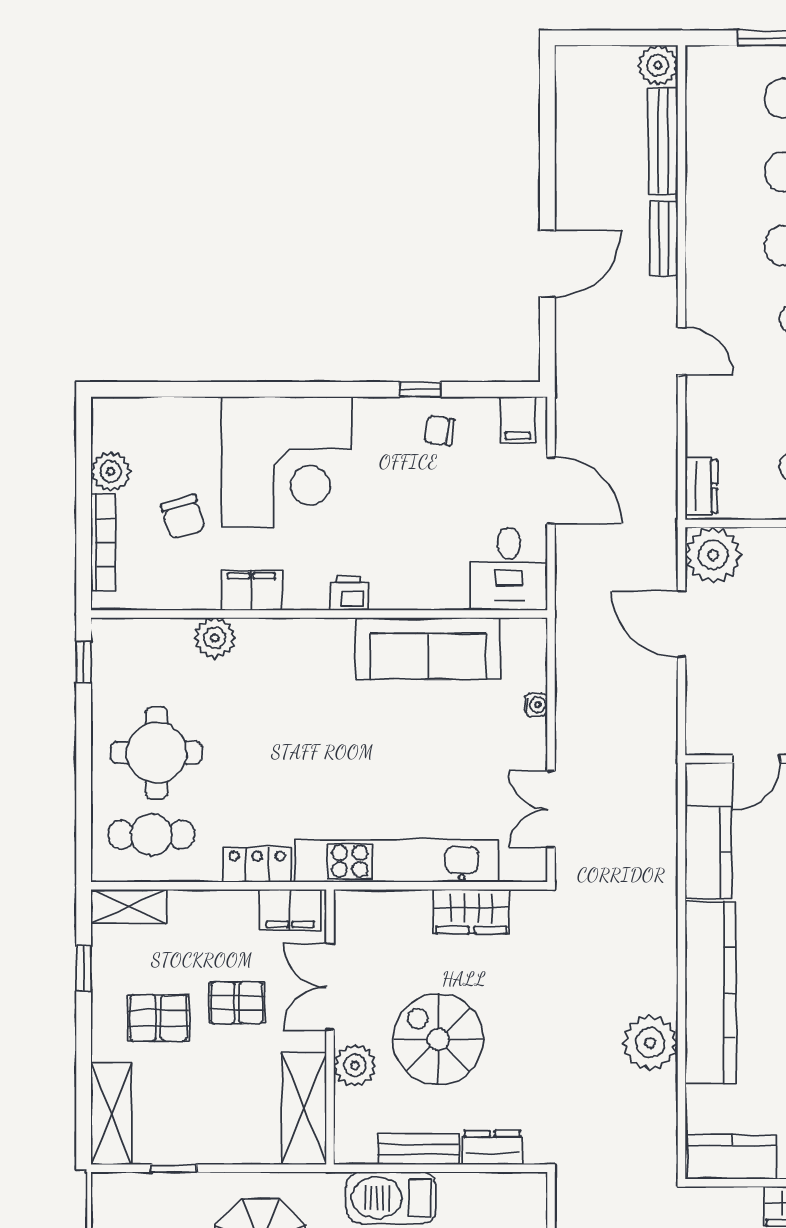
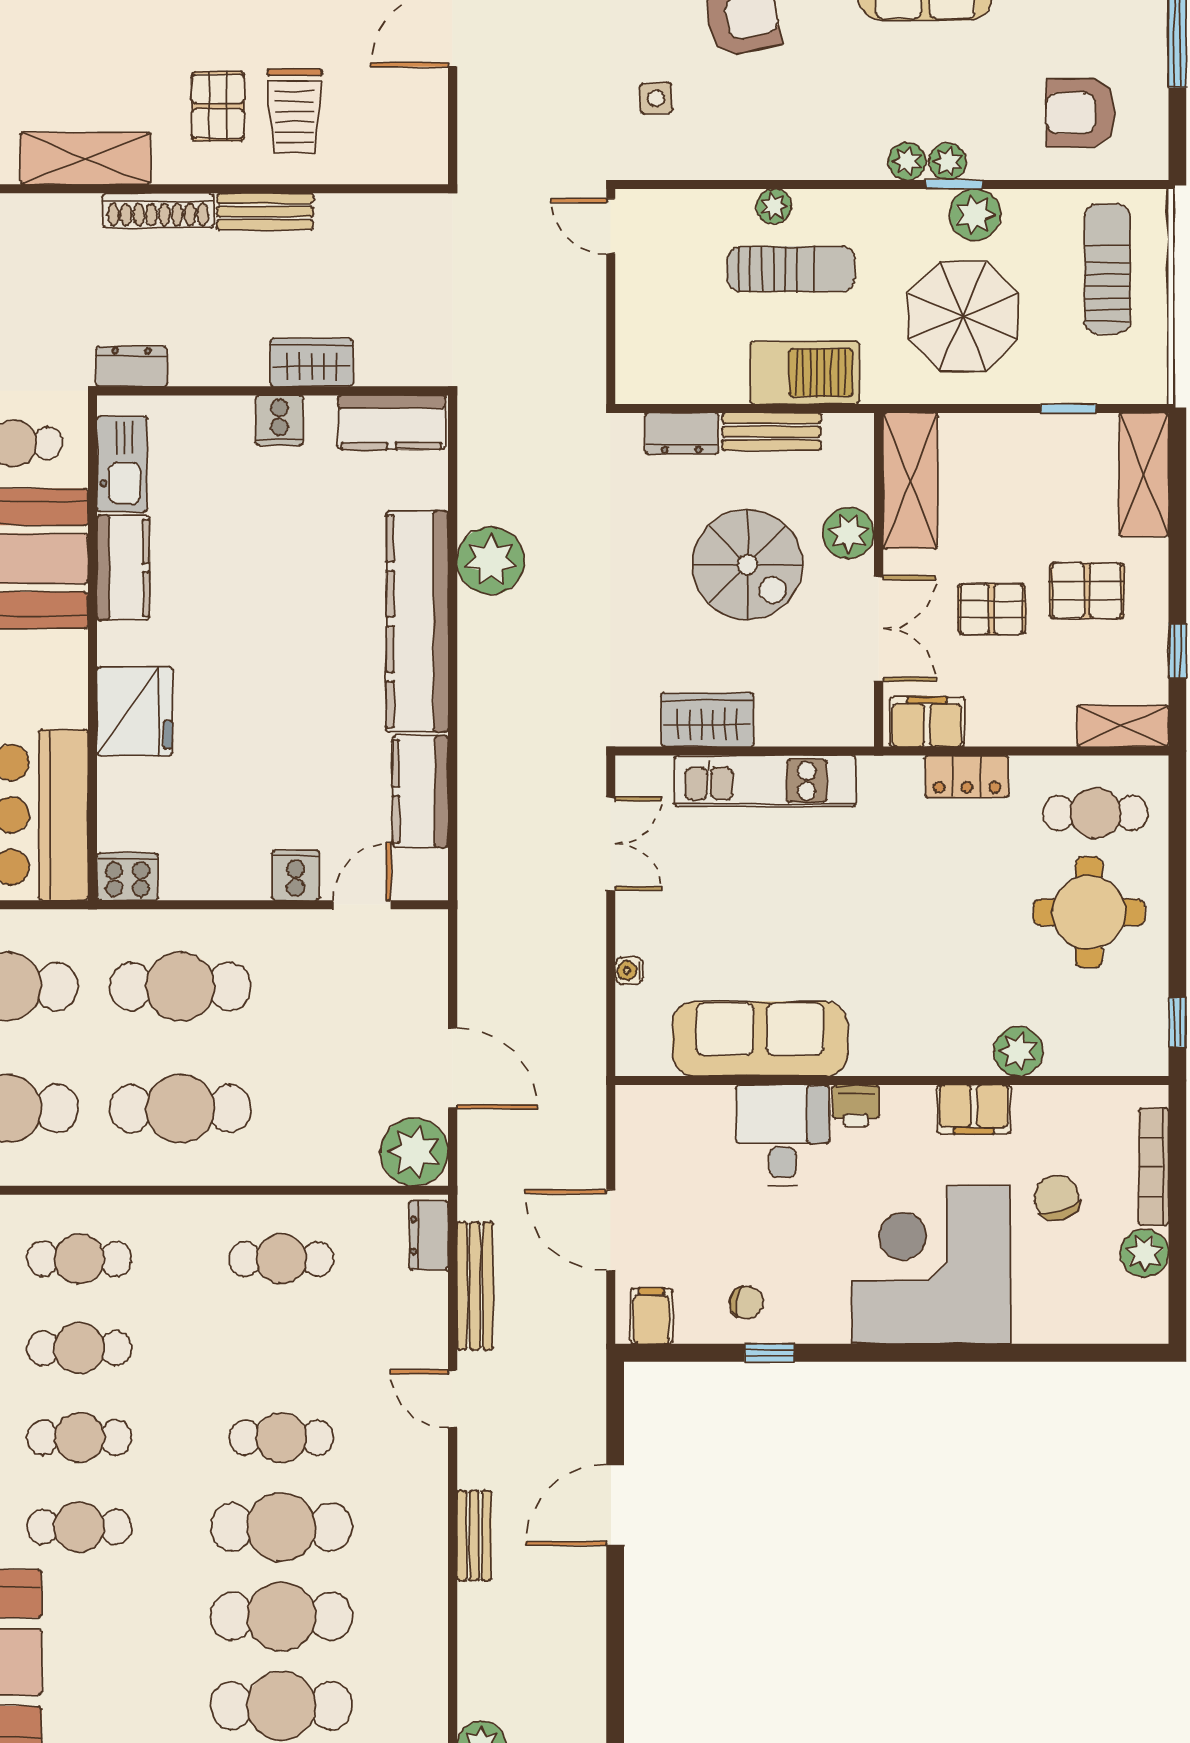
bench: (663, 141) -> (475, 1286), moved
desk: (509, 569) -> (783, 1135), moved
kitchen unit: (397, 861) -> (765, 781), width x0.73

